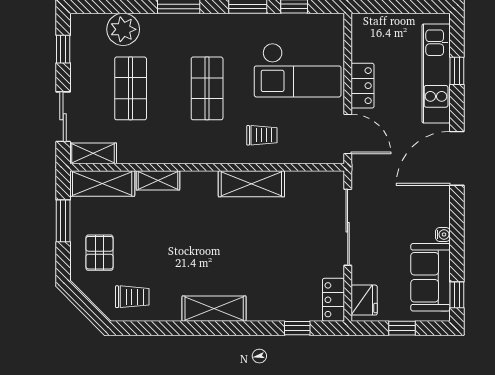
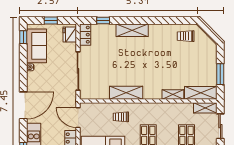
pallet: (99, 253) -> (202, 58), removed
shelving: (214, 309) -> (132, 30), moved

